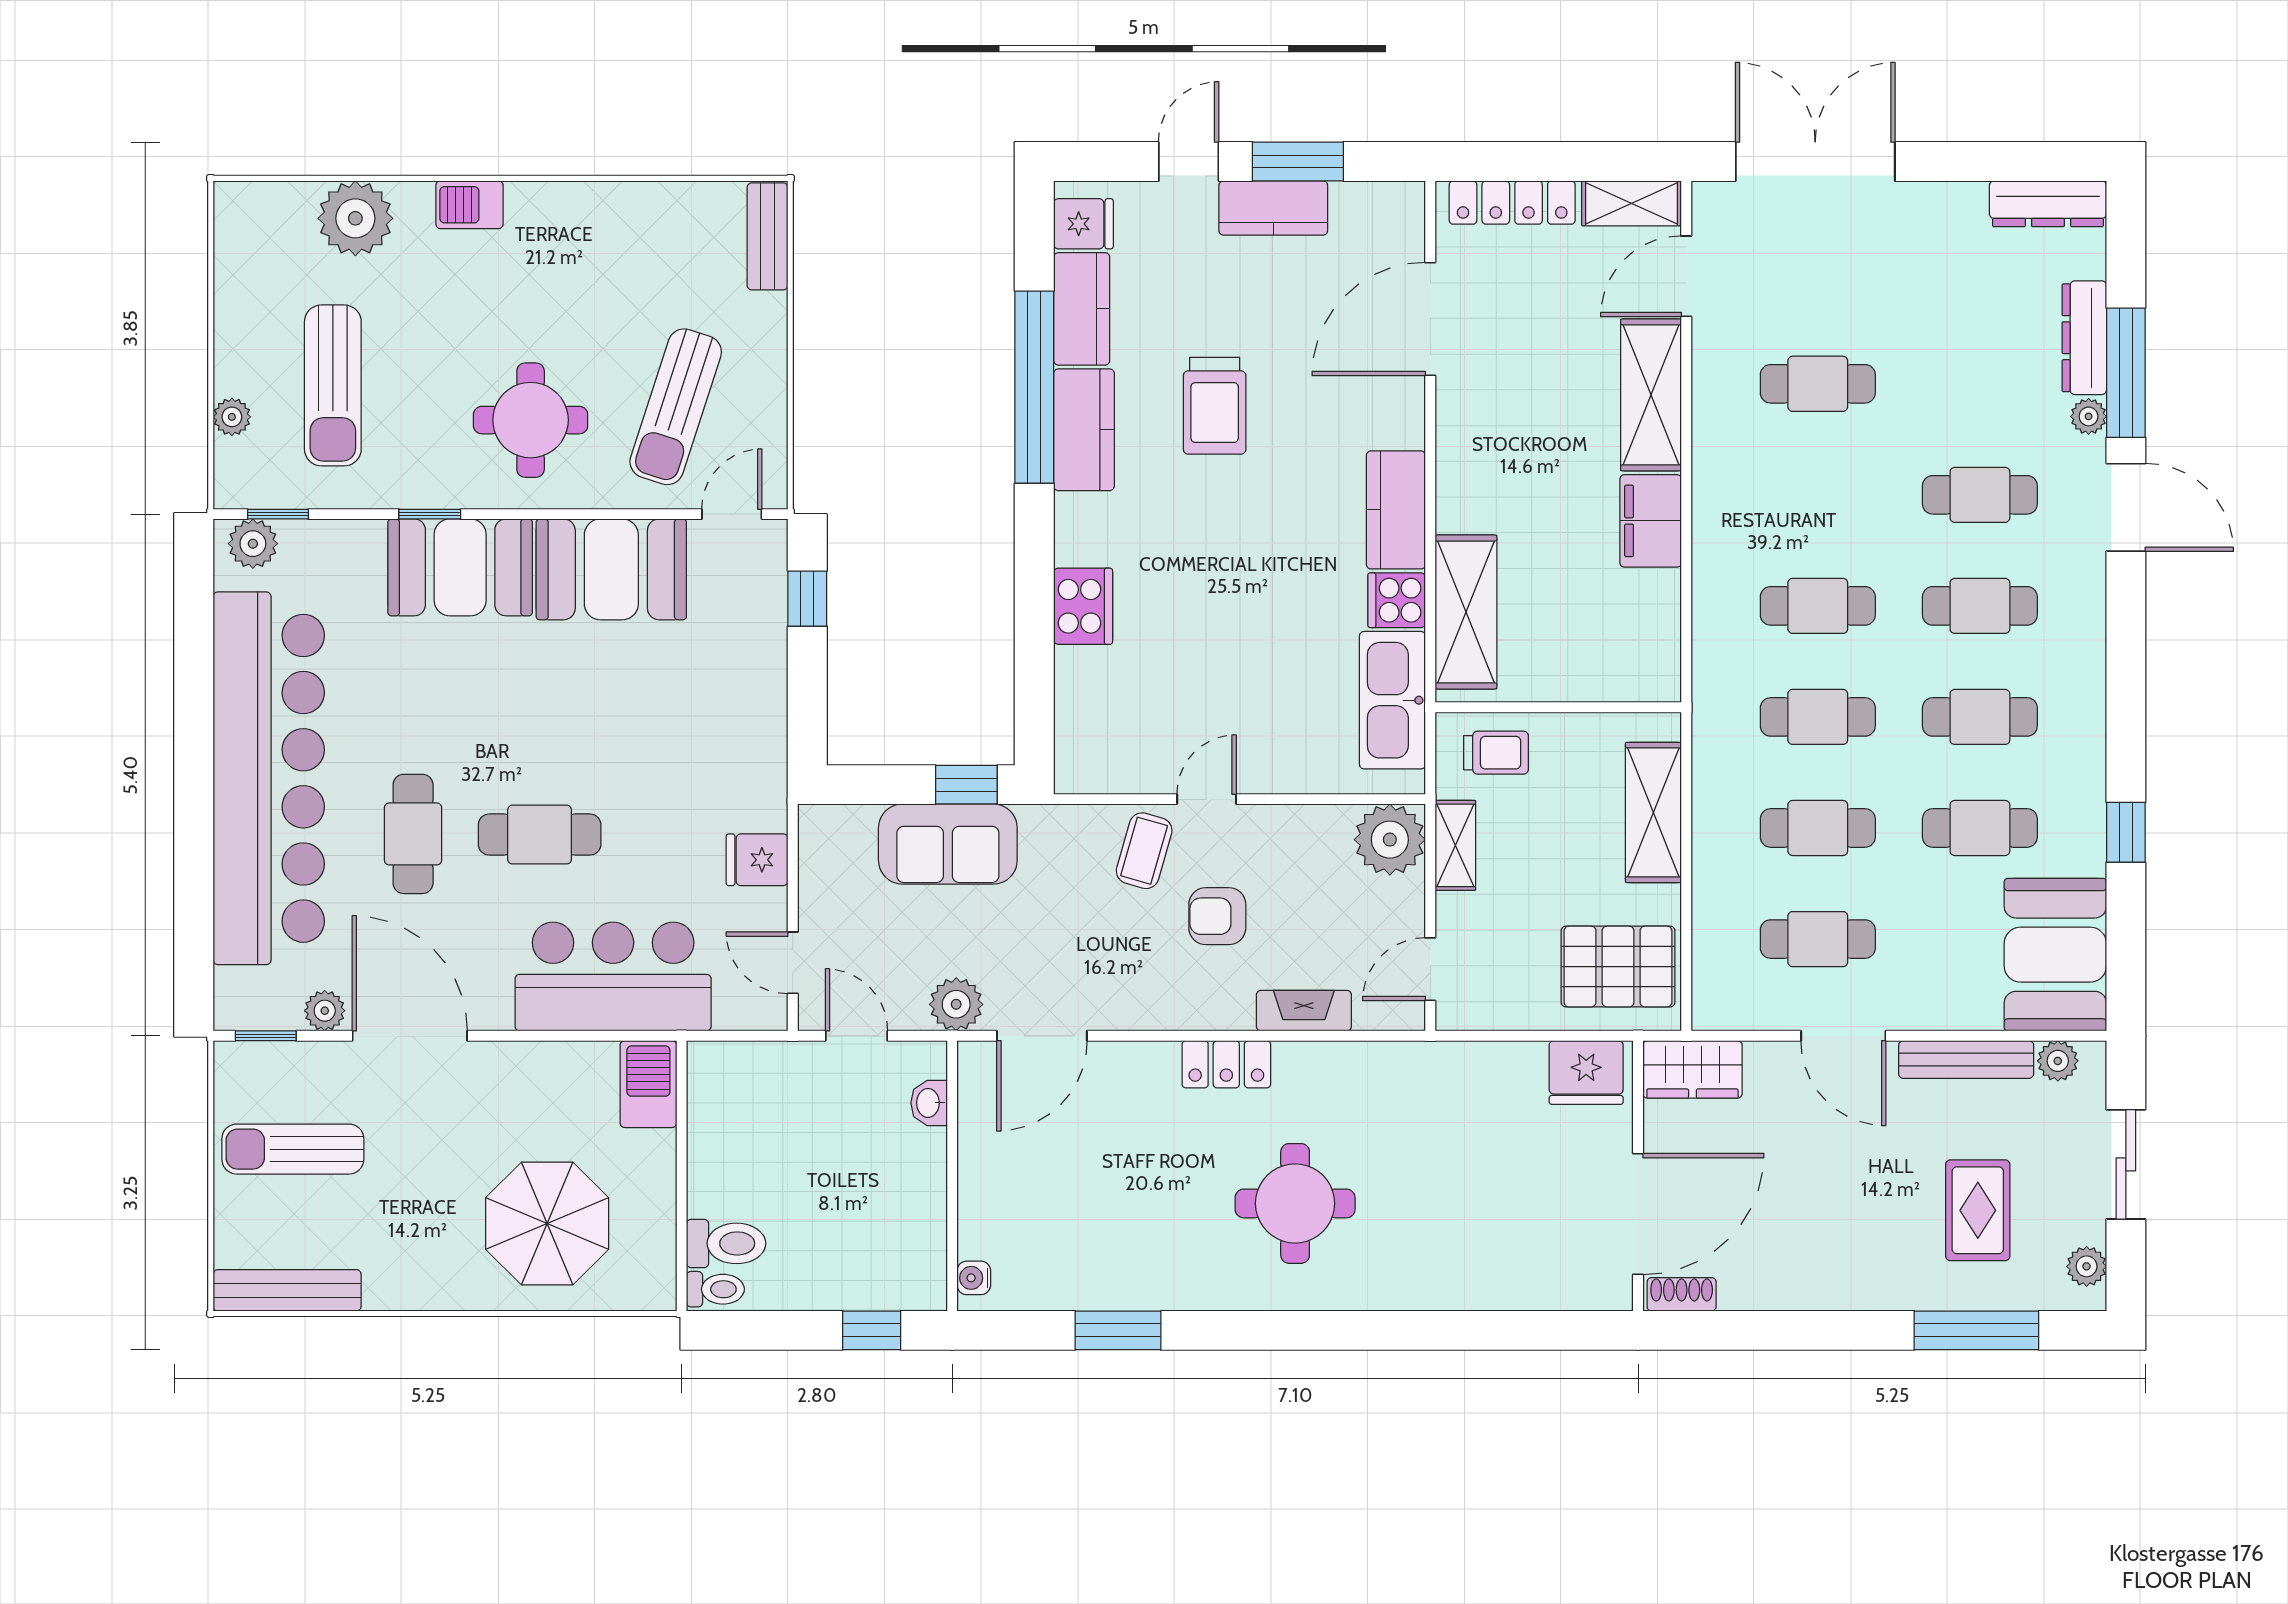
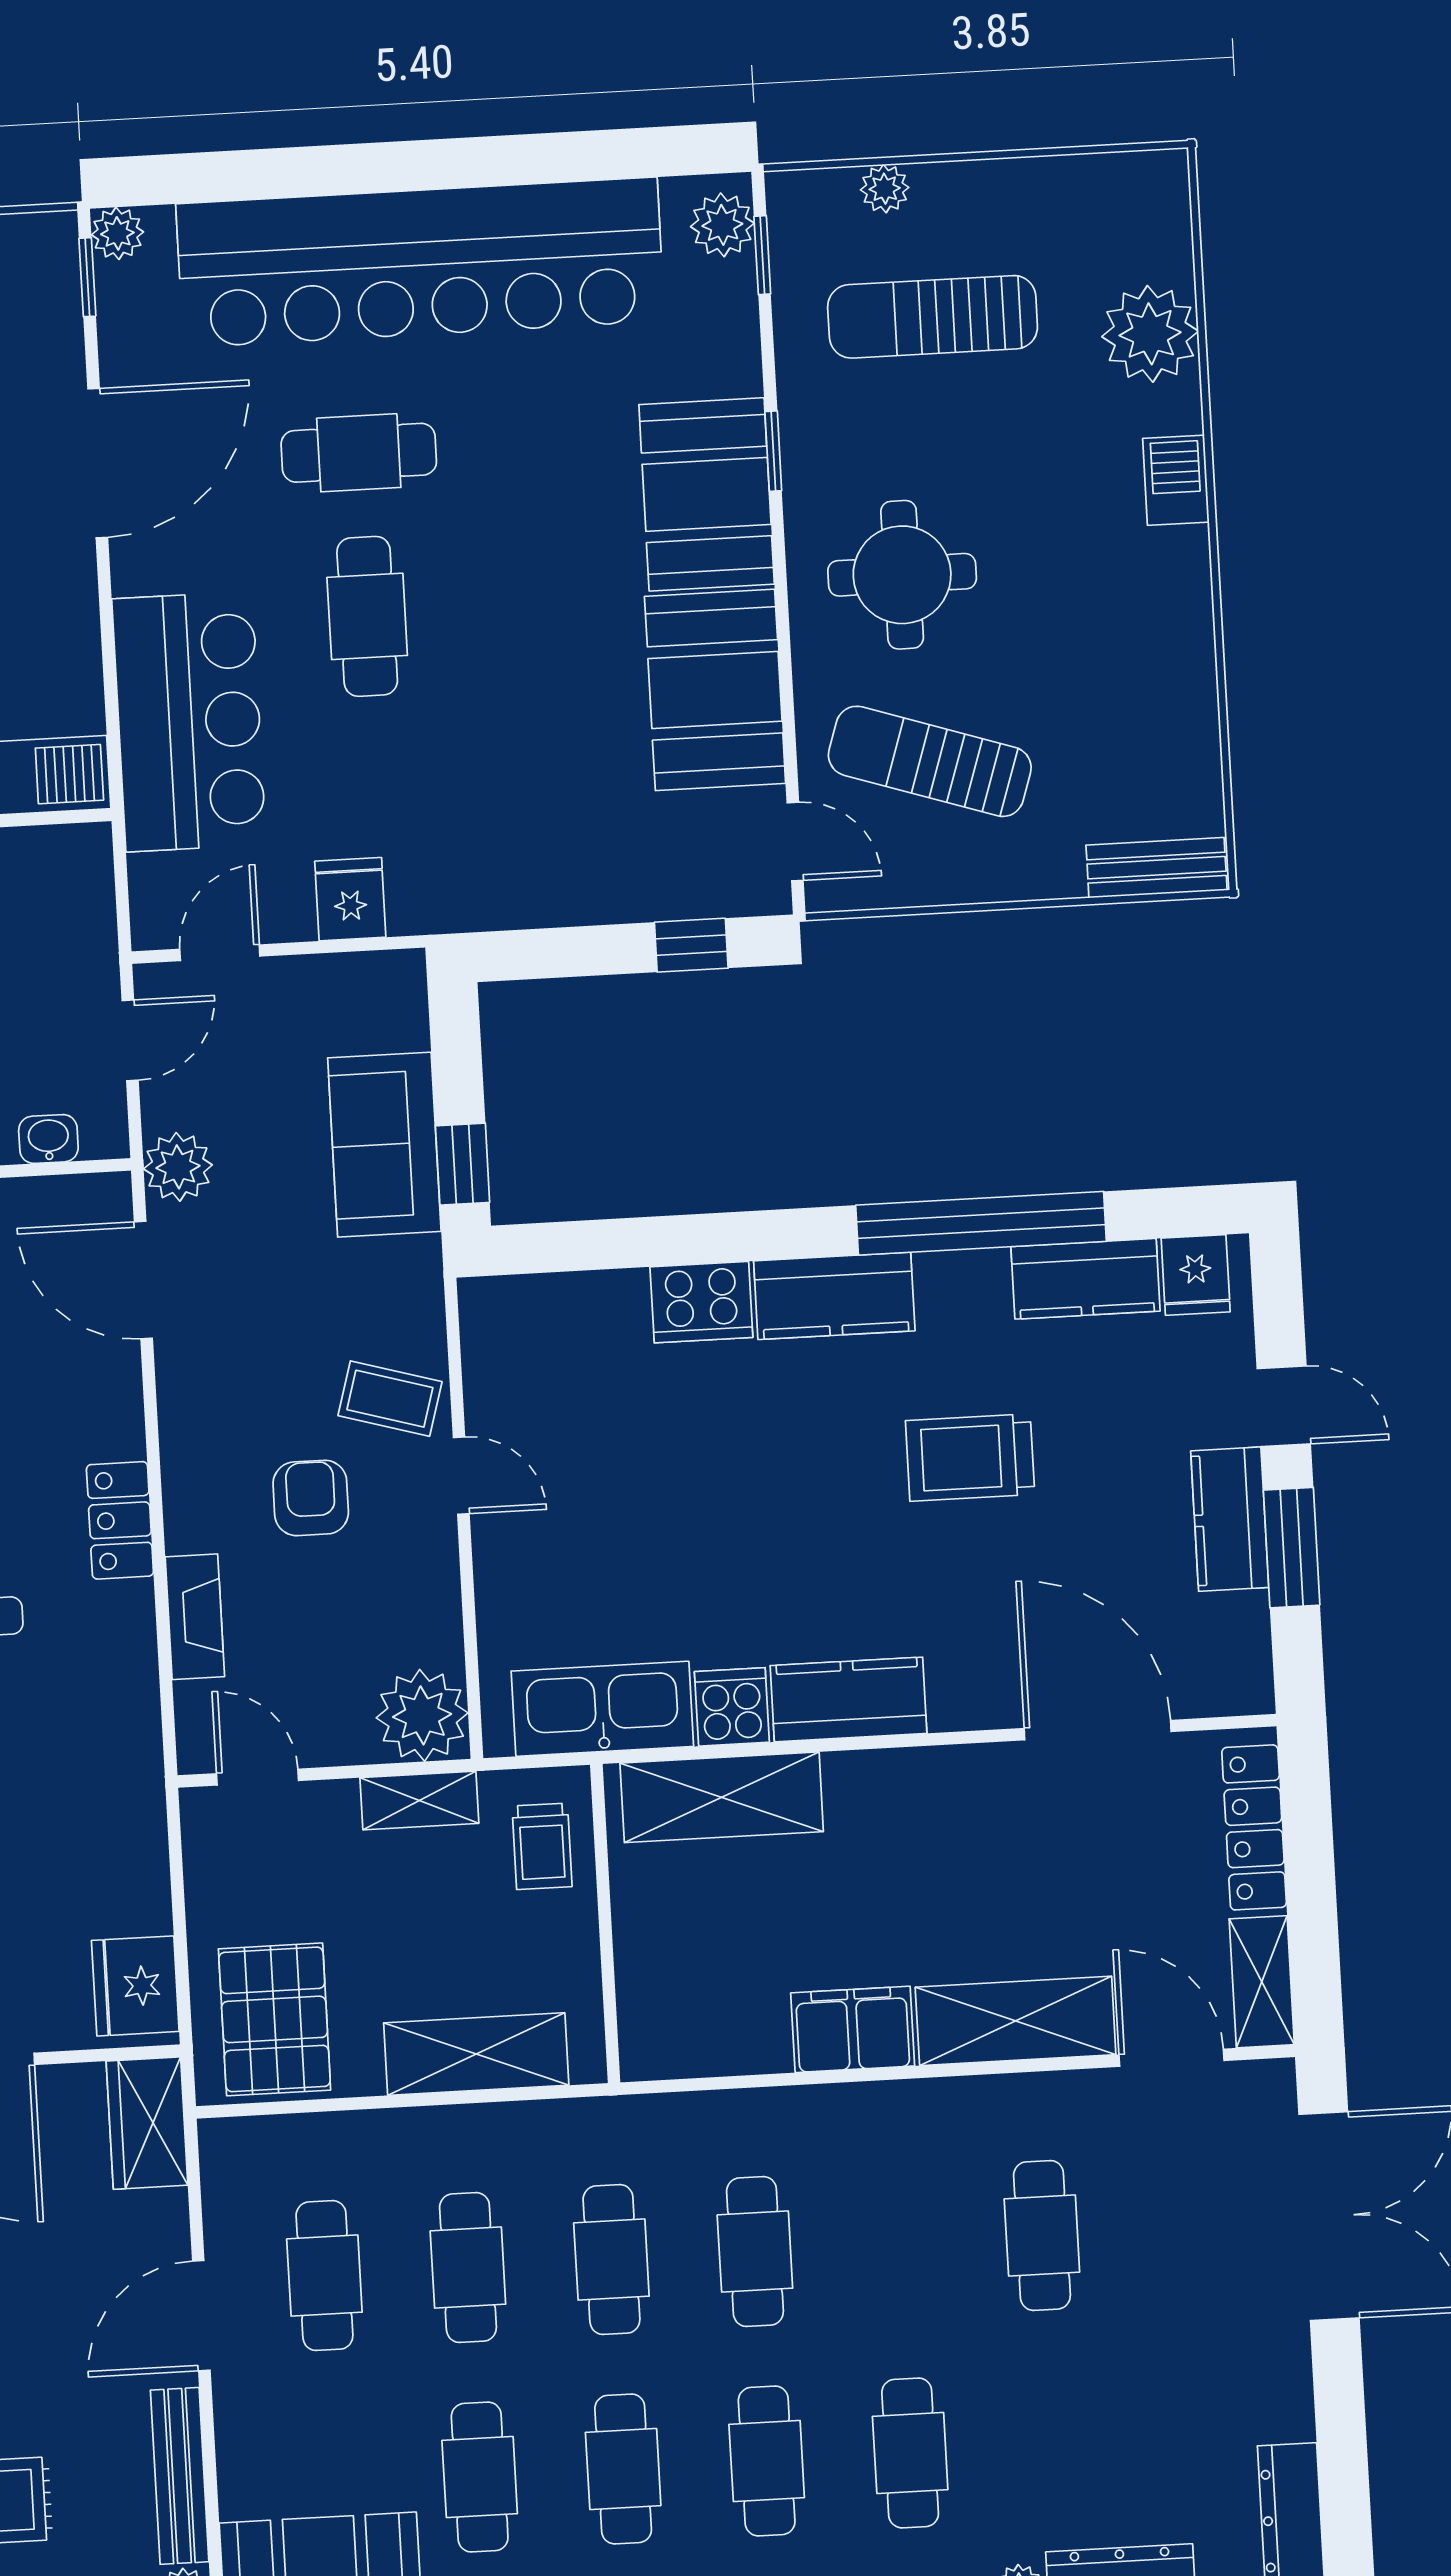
kitchen counter: (1084, 430) -> (834, 1296), moved
plant: (325, 1011) -> (117, 233), moved

